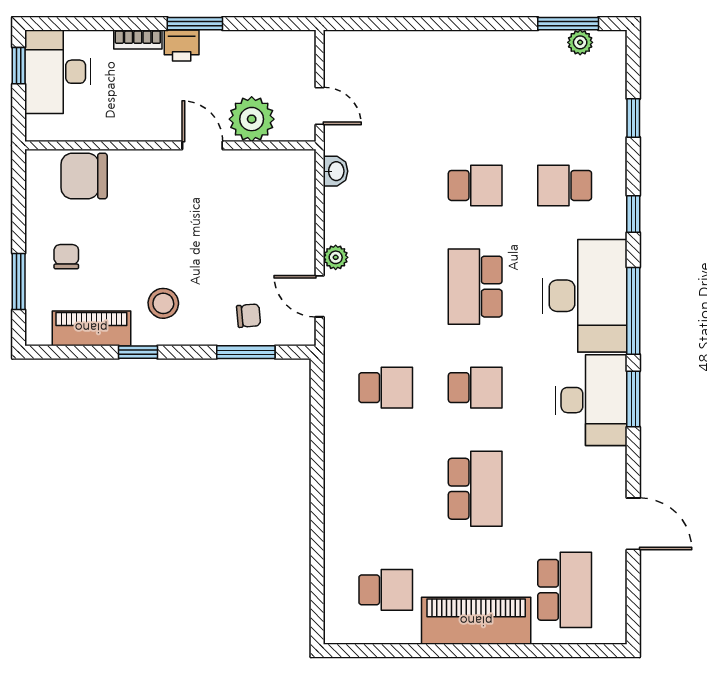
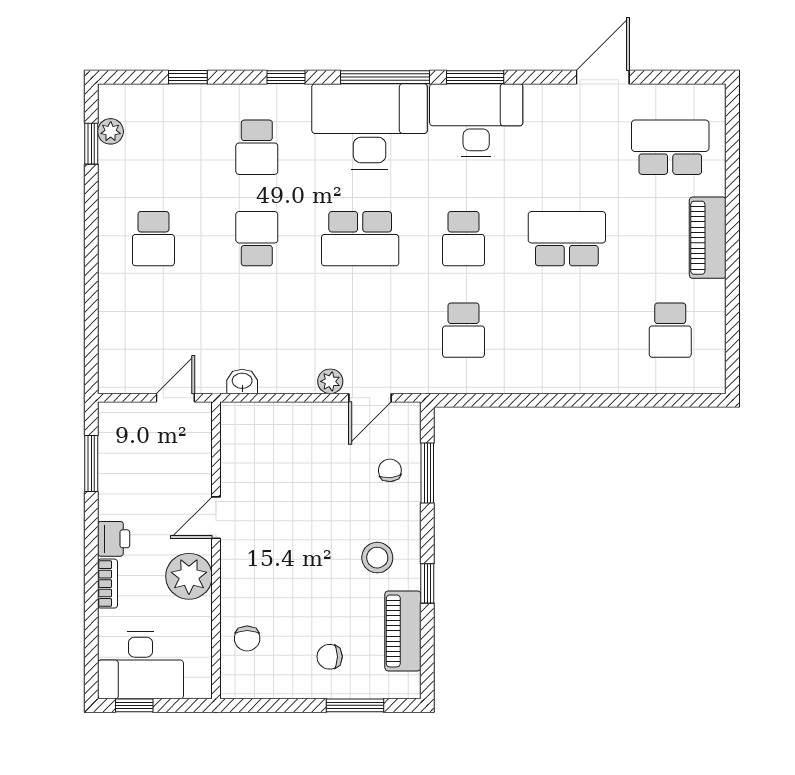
window: (195, 24) -> (91, 464), moved
window: (568, 24) -> (91, 144), width x0.67
school desk: (475, 84) -> (153, 239), added
plant: (252, 119) -> (189, 576), moved
chair: (84, 176) -> (247, 639), width x0.54, depth x0.54
school desk: (386, 388) -> (464, 330), turned 180
school desk: (475, 388) -> (464, 239), turned 180
school desk: (386, 590) -> (670, 330), turned 180
piano: (476, 621) -> (708, 238), width x0.73, depth x0.75

